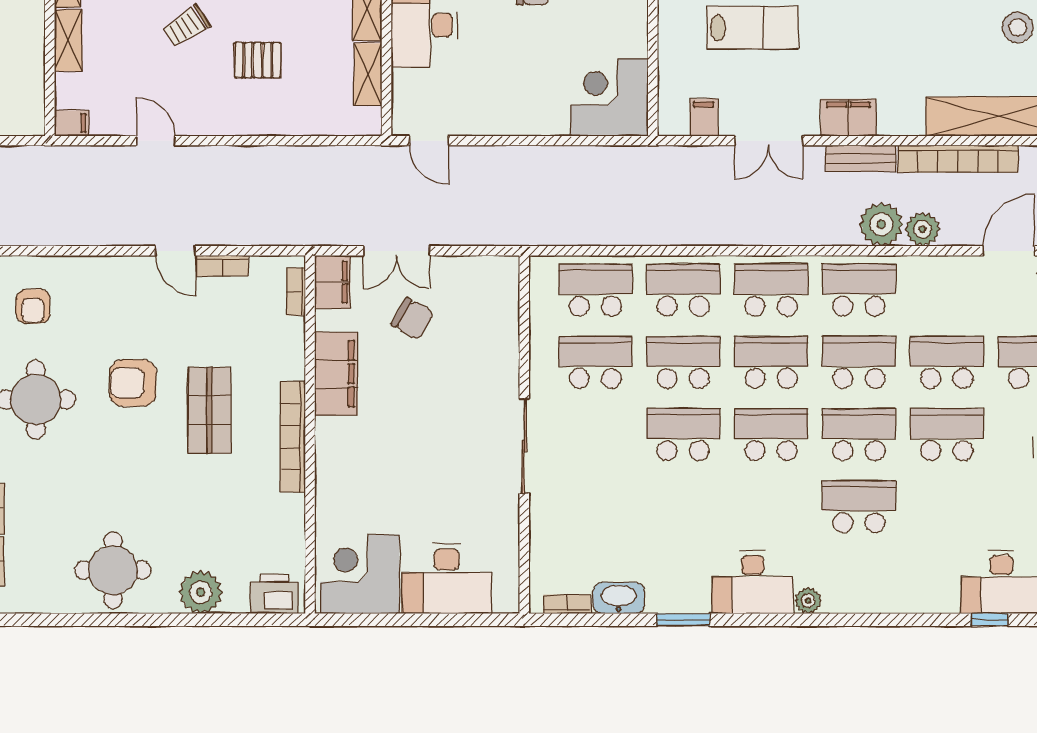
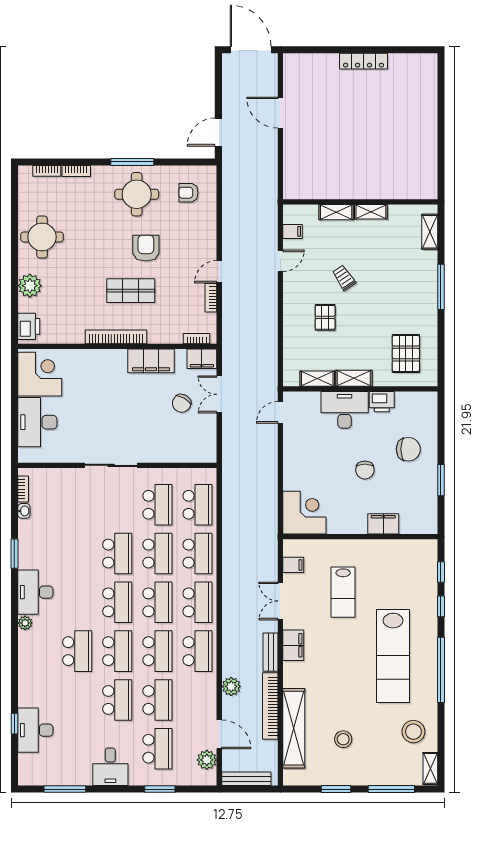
filing cabinet: (71, 123) -> (292, 231), moved, turned -90
plant: (881, 224) -> (234, 664), removed
washbasin: (619, 598) -> (24, 511), width x0.52, depth x0.69

